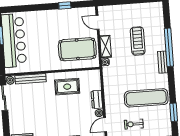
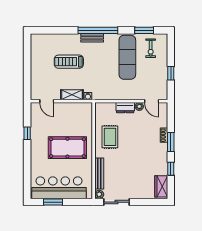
door: (98, 22) -> (47, 101), hinge flipped
window: (169, 47) -> (98, 30), moved
pool table: (77, 49) -> (67, 148), moved, turned 90
exercise bike: (134, 124) -> (151, 48), moved

